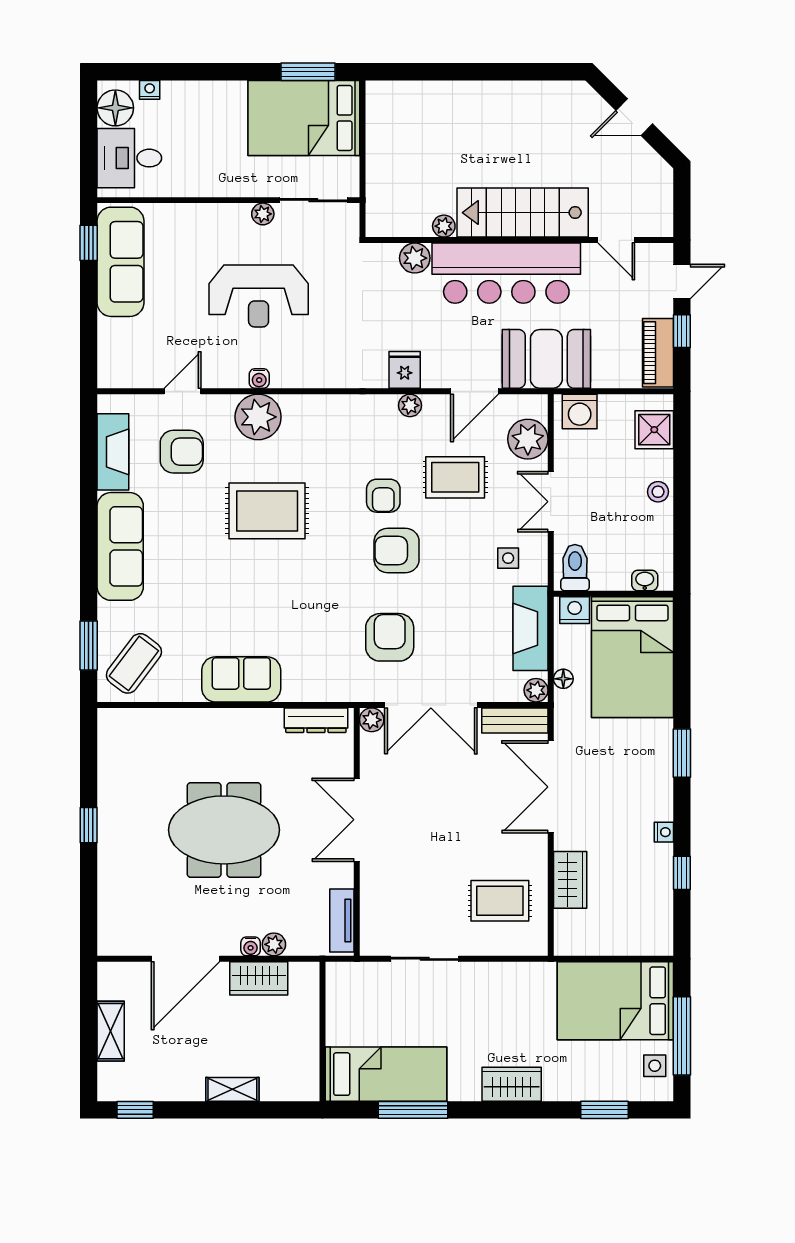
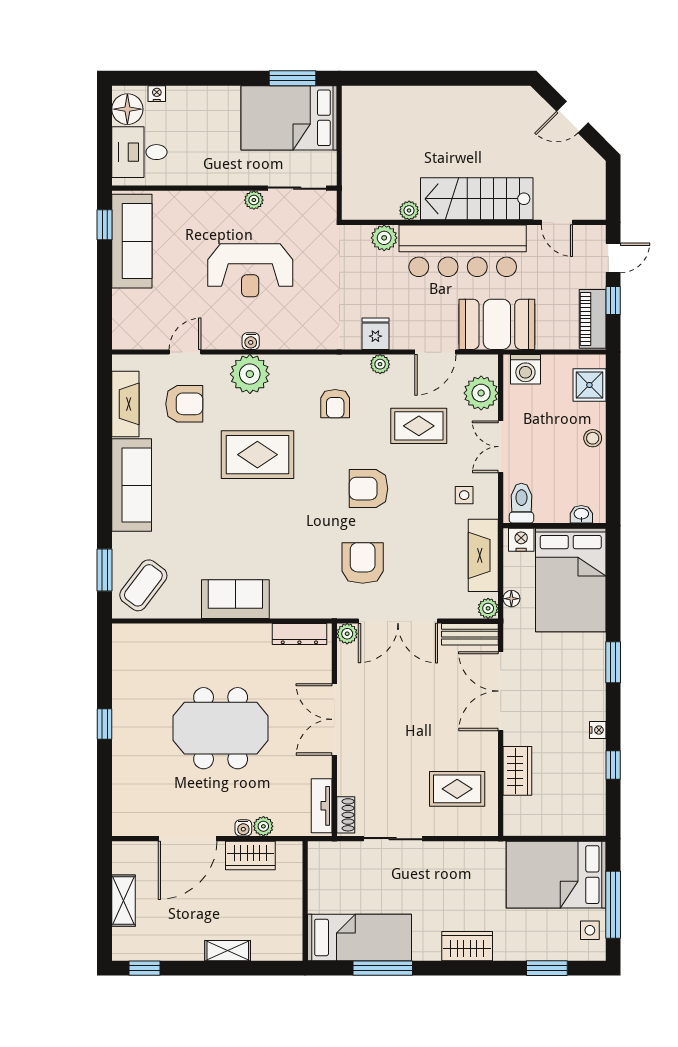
armchair: (383, 496) -> (335, 404), moved
shoe rack: (370, 931) -> (346, 815), added

